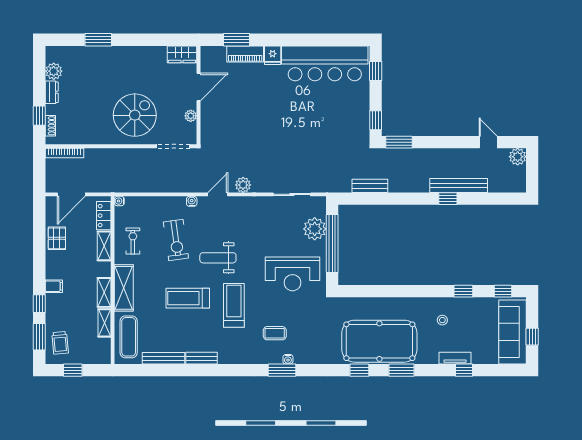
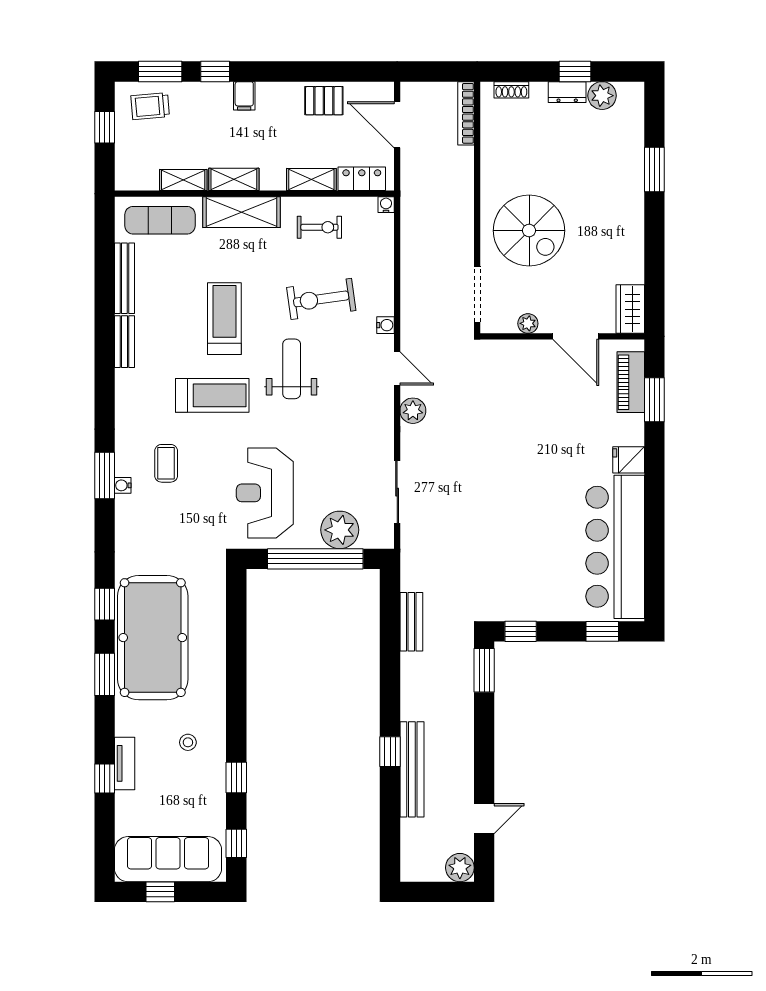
piano: (245, 54) -> (631, 382), moved
window: (39, 116) -> (575, 71), moved

